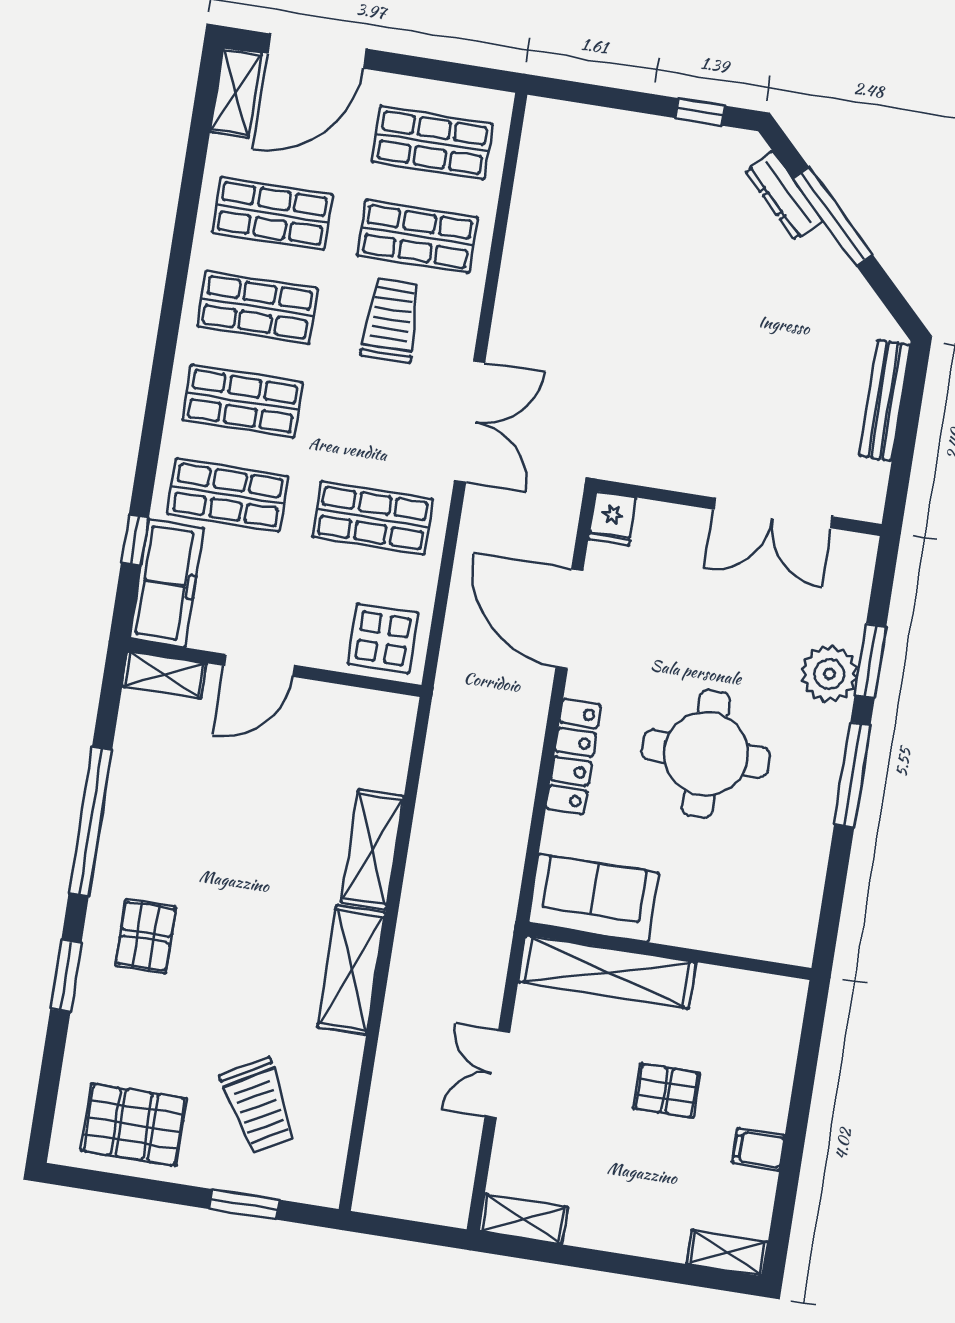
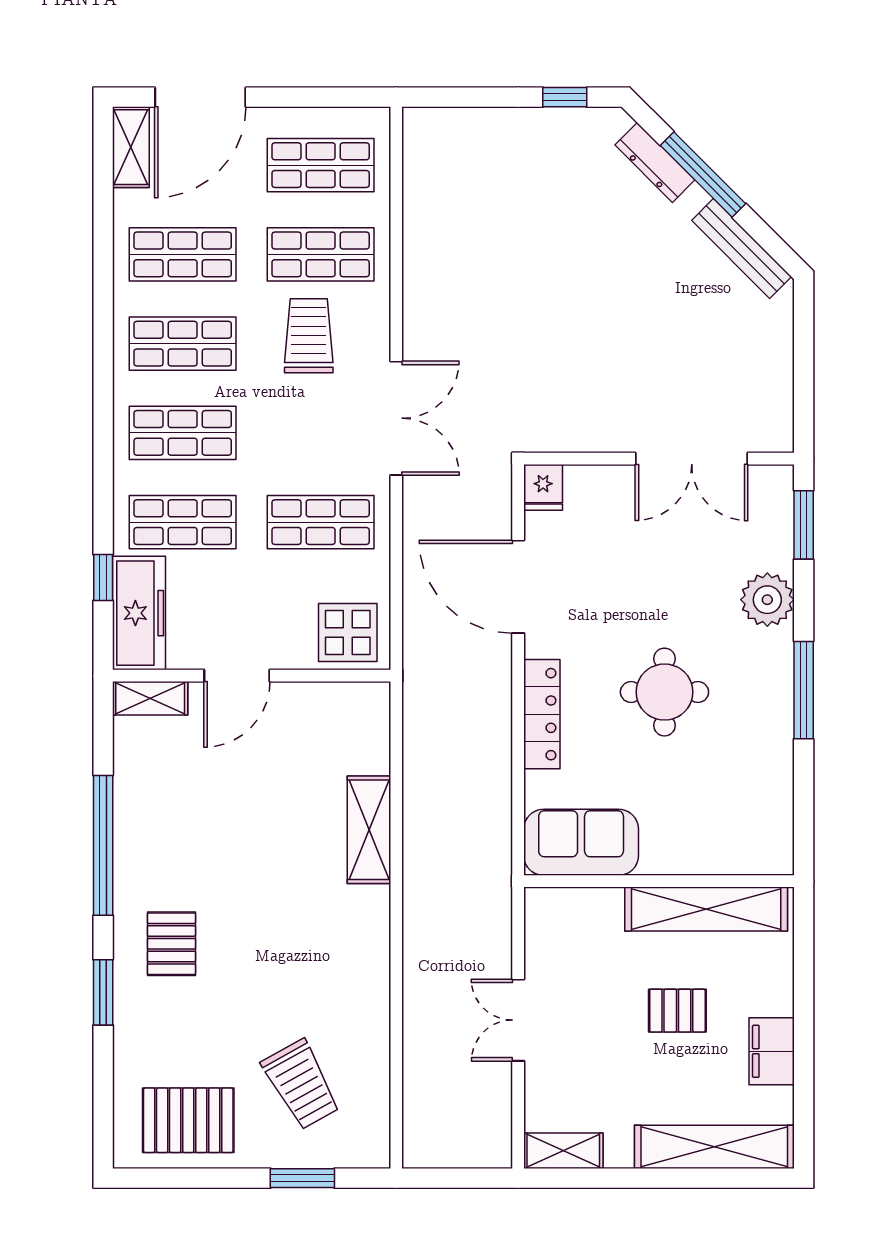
bench: (885, 400) -> (742, 248), moved, turned -45
window: (870, 661) -> (804, 525), moved
round table: (706, 754) -> (664, 692), width x0.73, depth x0.73
shelving: (351, 970) -> (367, 945), removed
shelving: (607, 972) -> (706, 909), moved
filing cabinet: (759, 1149) -> (772, 1051), width x2.00
shelving: (727, 1253) -> (714, 1147), width x2.20, depth x1.33

